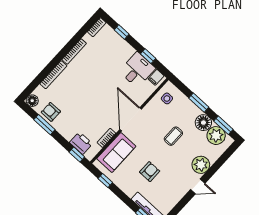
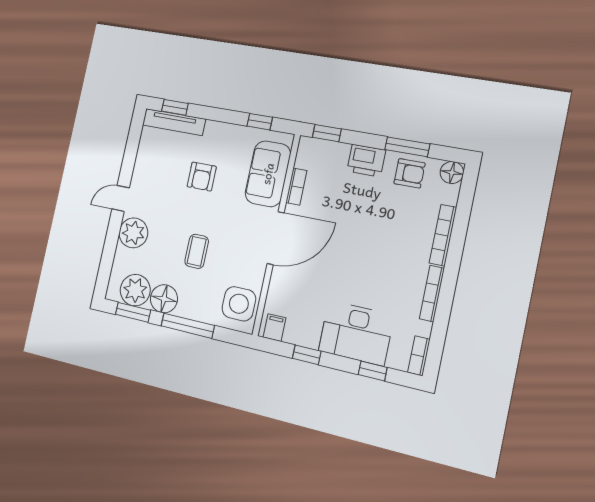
desk: (137, 70) -> (356, 333), moved, width x1.37
side table: (167, 98) -> (239, 304), width x1.87, depth x1.87
window: (199, 103) -> (188, 326), width x1.44
door: (131, 119) -> (276, 238), hinge flipped
printer: (81, 143) -> (366, 161), moved

